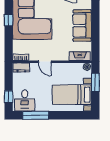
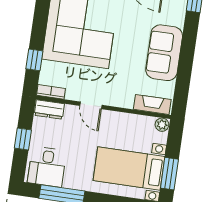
window: (9, 20) -> (34, 60), moved
window: (95, 82) -> (169, 174), moved
window: (9, 97) -> (23, 139), moved

